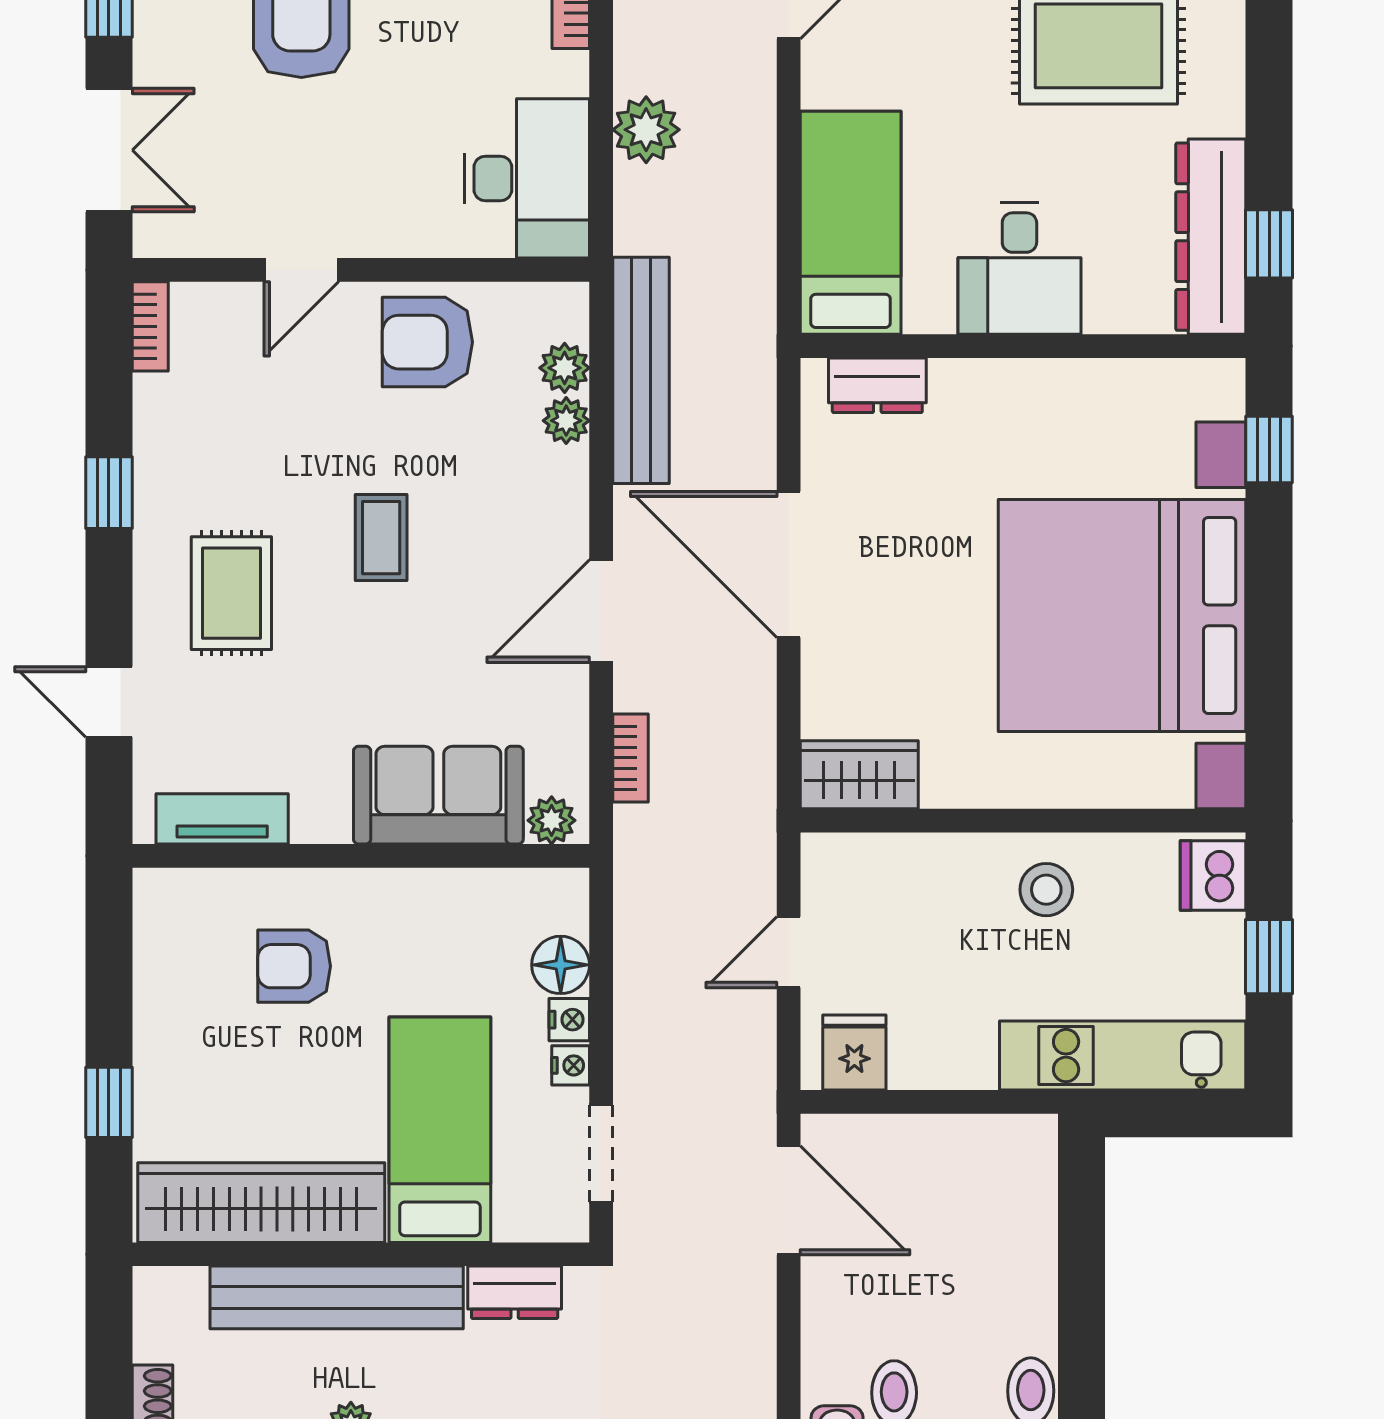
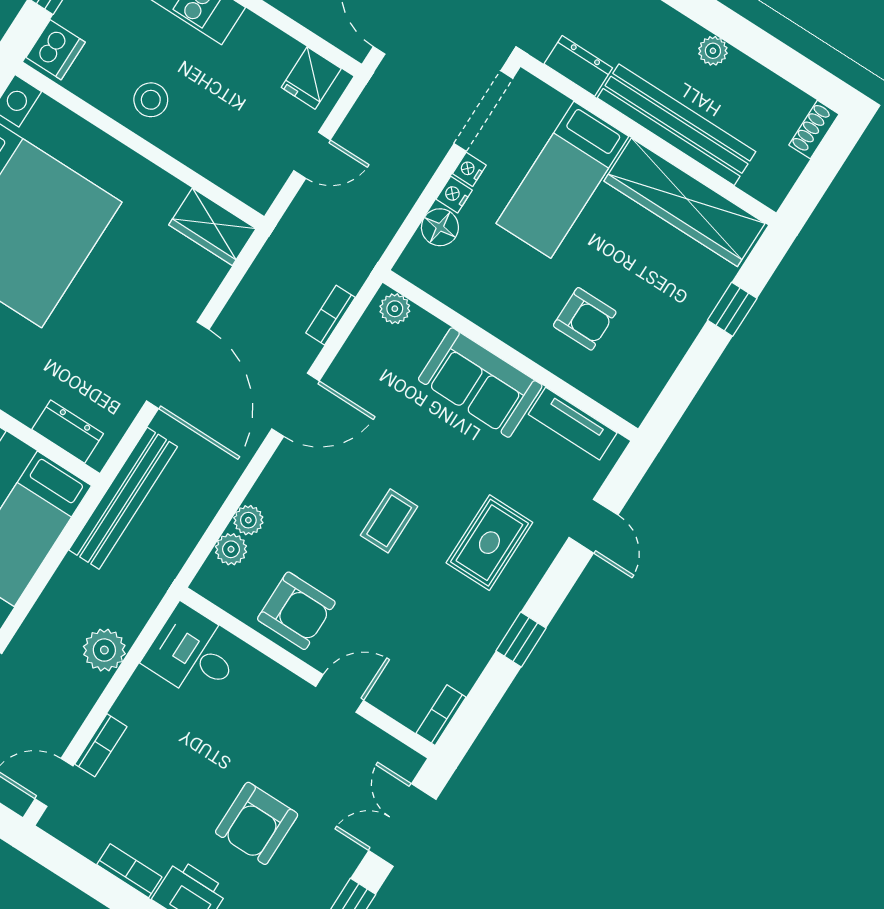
desk: (527, 178) -> (193, 653), width x0.73
bench: (641, 370) -> (123, 498), moved
sofa: (438, 795) -> (480, 383), moved
doorway: (601, 1154) -> (483, 111), width x1.38

